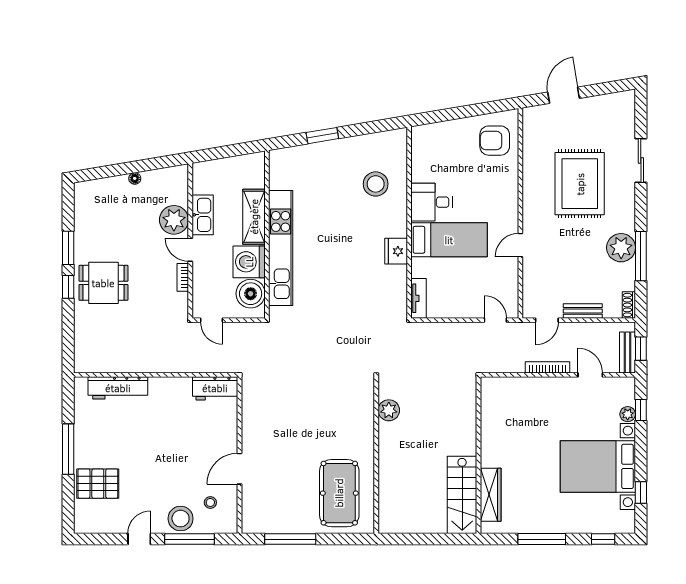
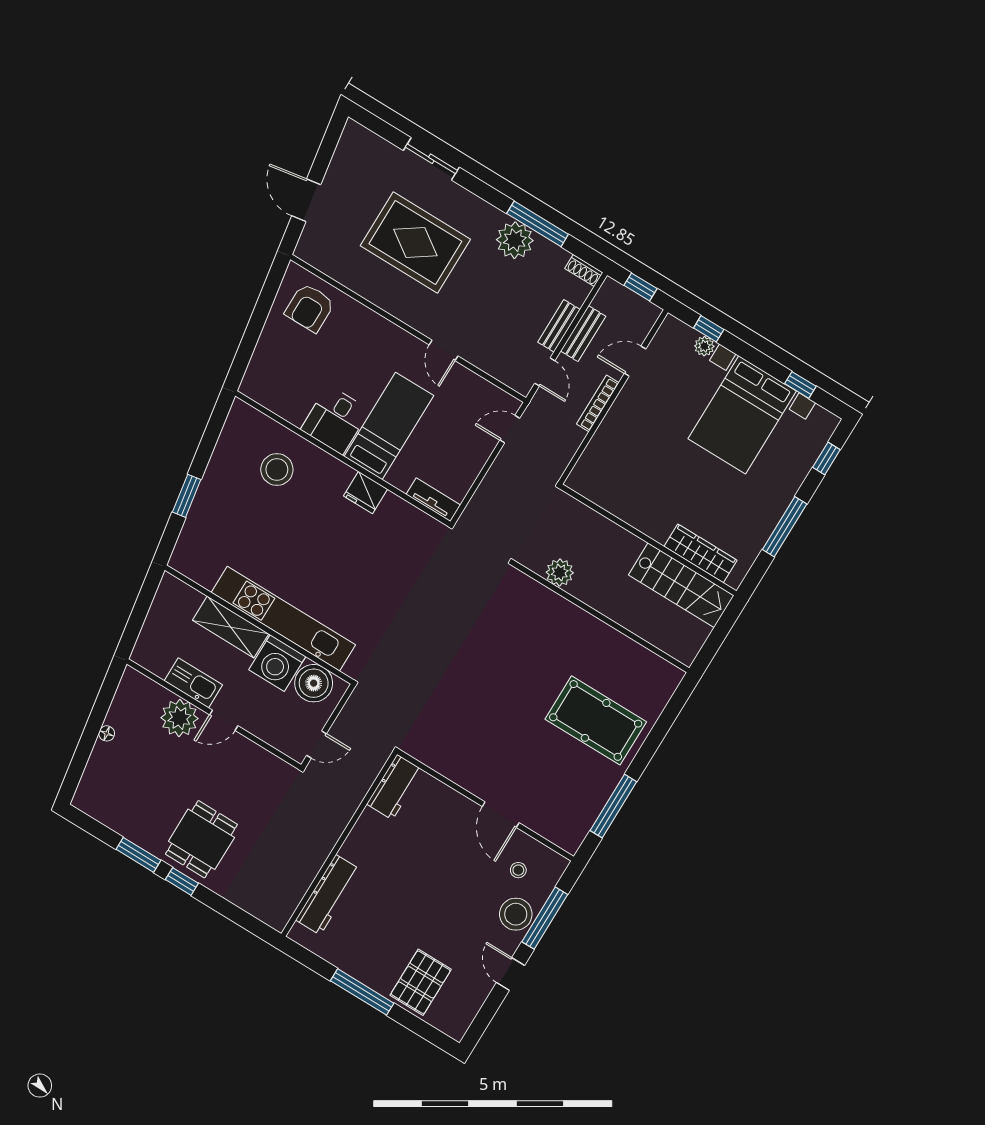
bookcase: (183, 277) -> (249, 747), removed
bench: (627, 352) -> (583, 334), moved, turned 90
plant: (389, 410) -> (560, 573), moved
wall: (376, 455) -> (601, 617), moved

